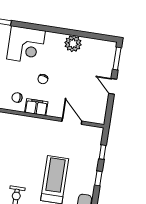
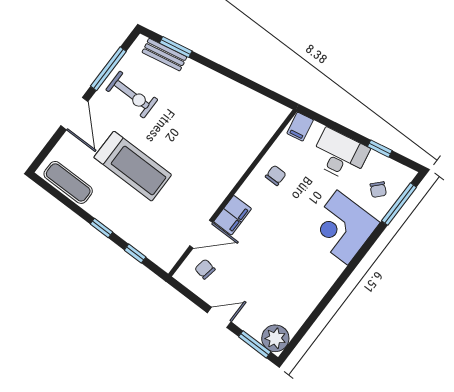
plant: (73, 44) -> (275, 338), moved
chair: (43, 79) -> (205, 269), moved
filing cabinet: (36, 107) -> (233, 215), moved

